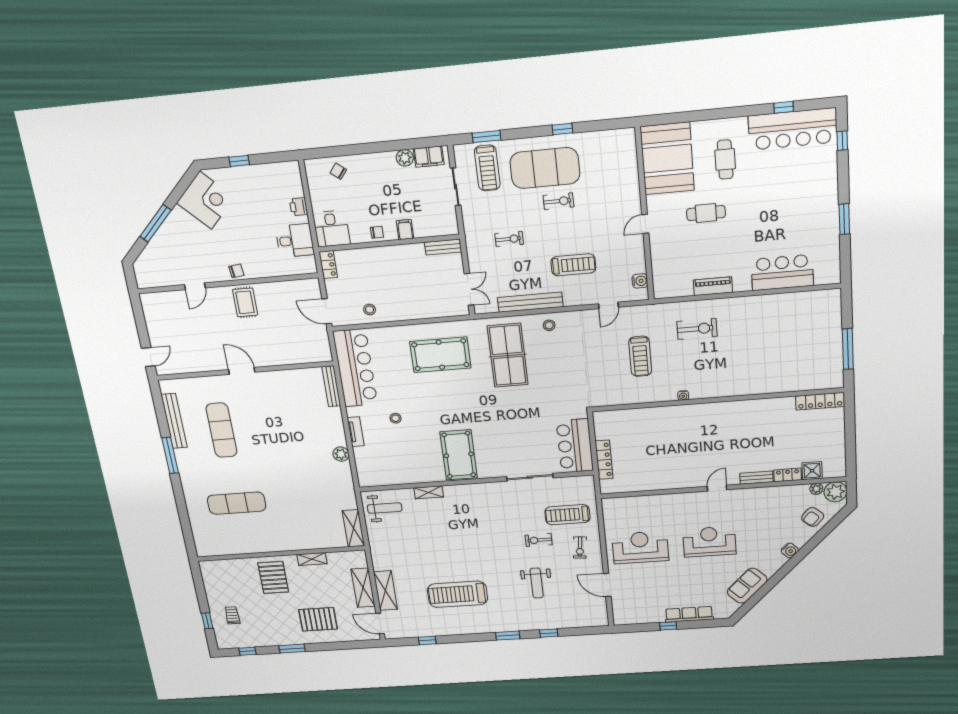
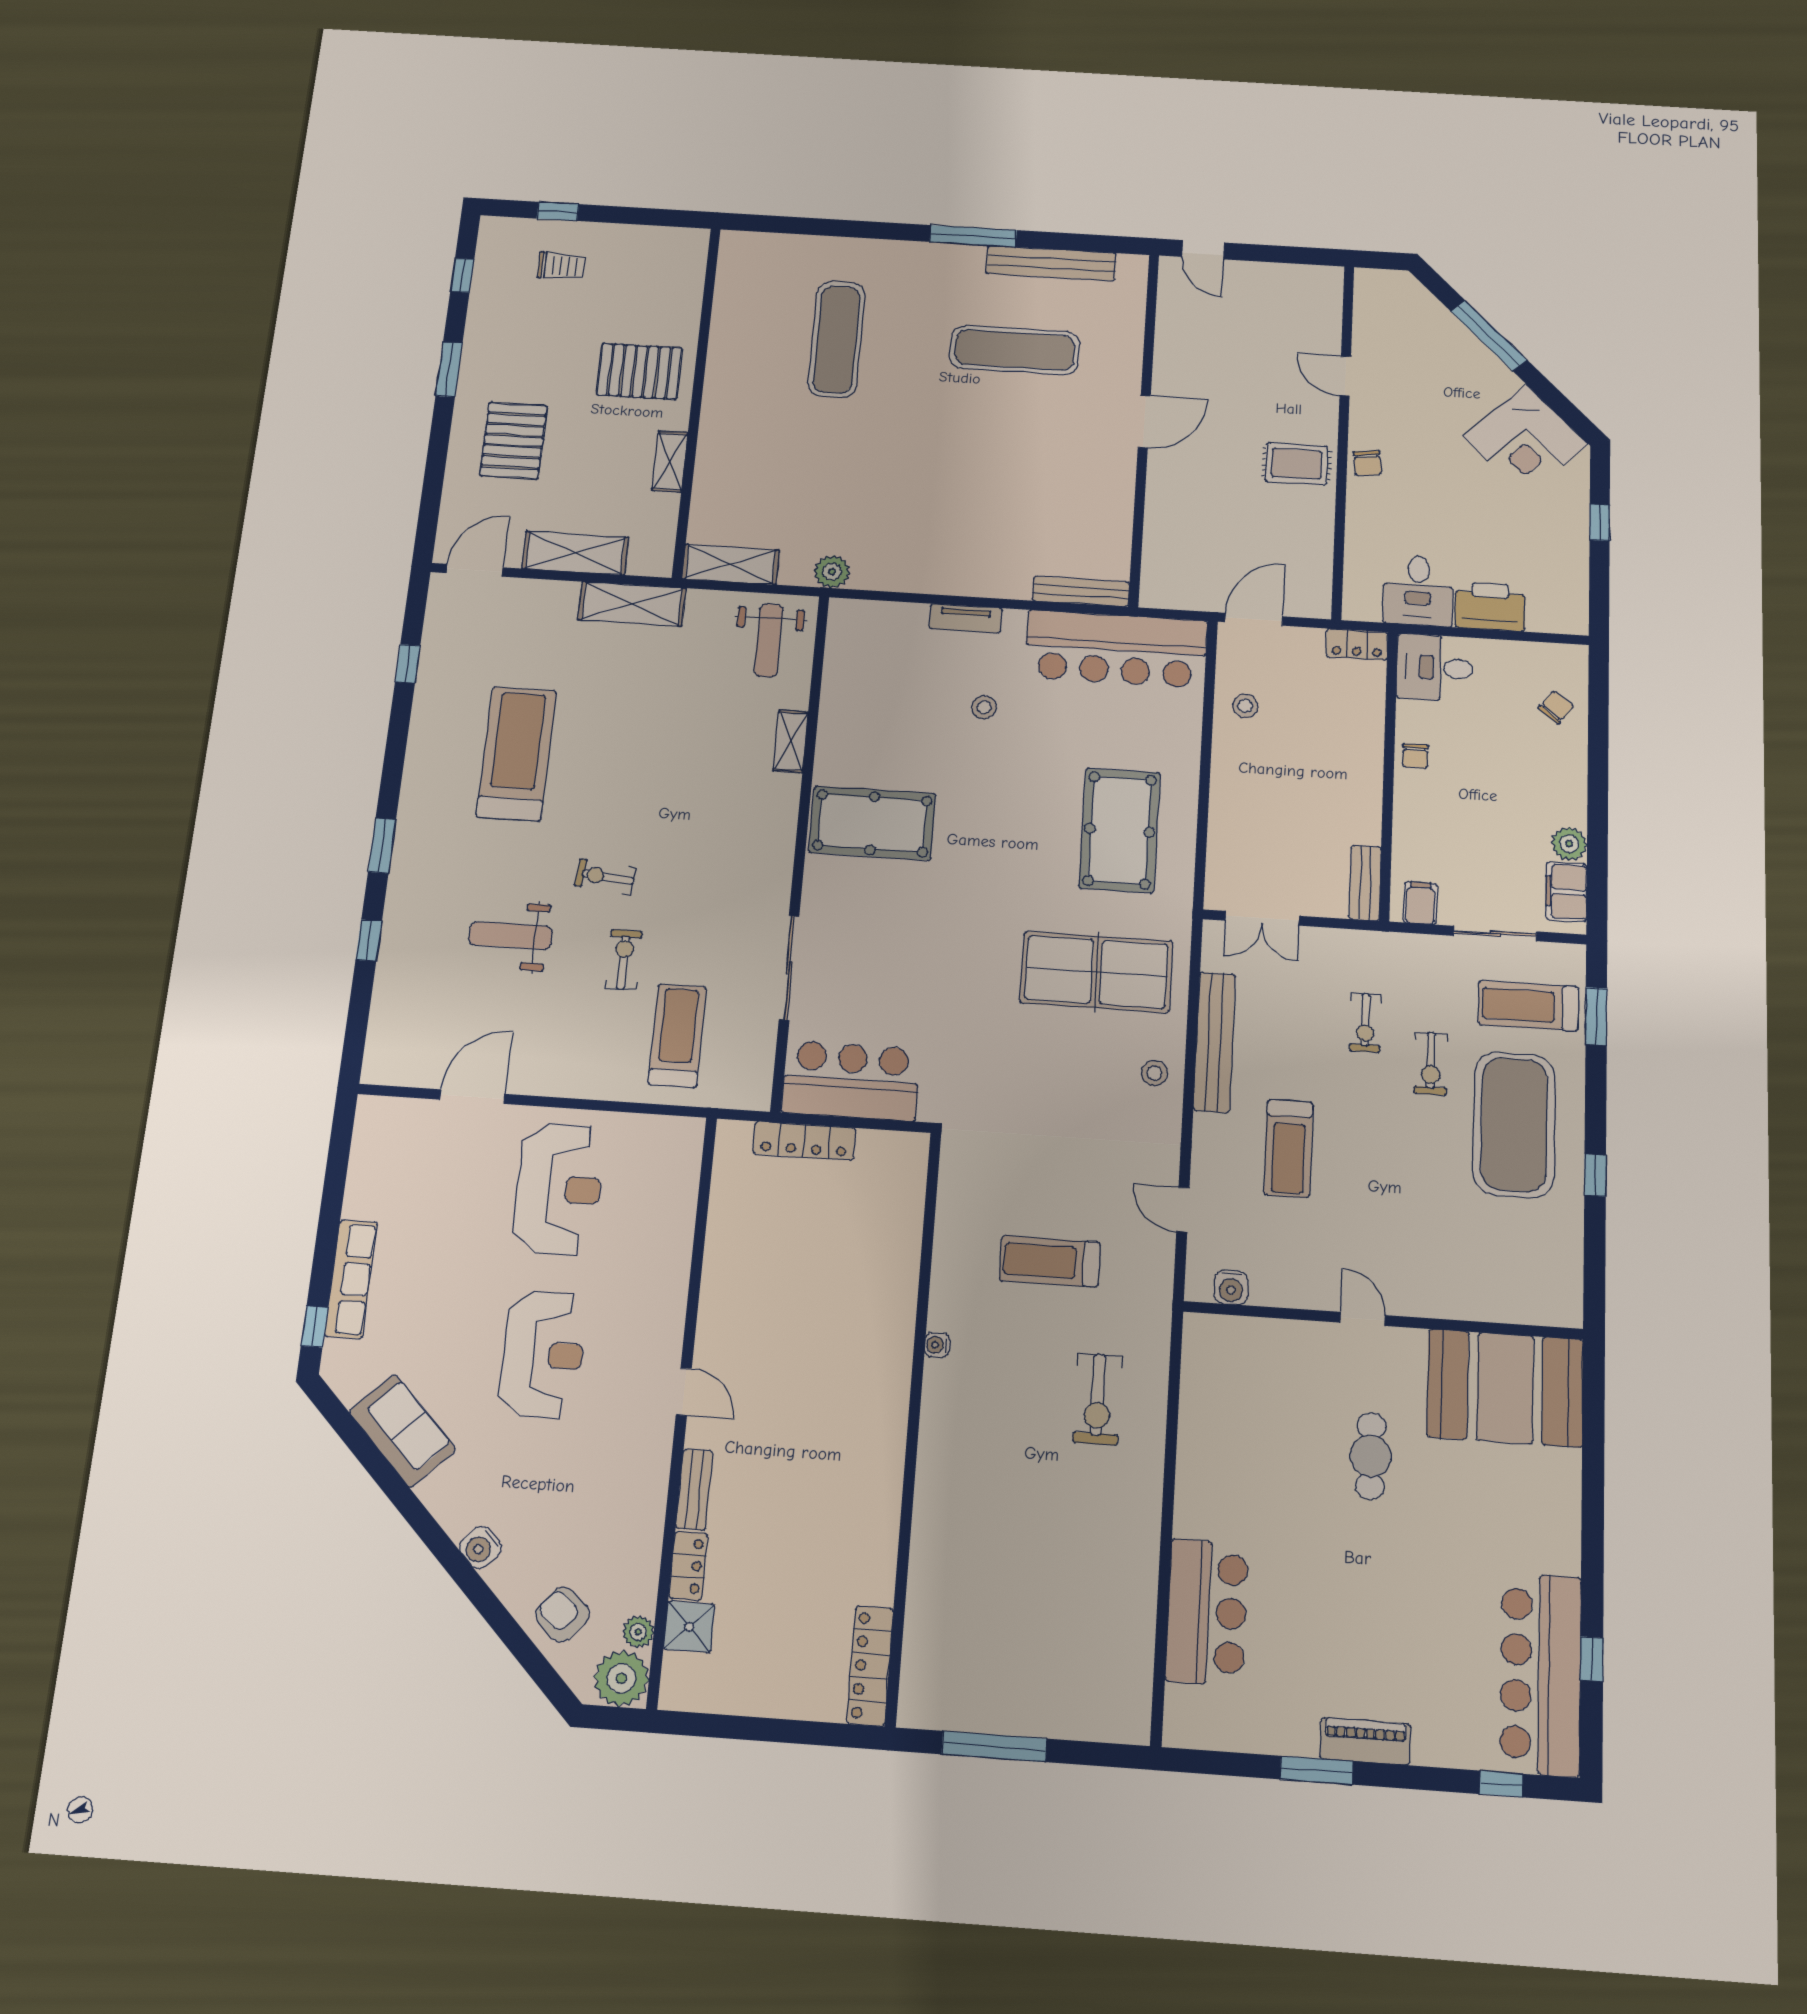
cafe table: (725, 159) -> (1488, 1515), removed
exercise bike: (558, 201) -> (1431, 1063), moved
printer: (299, 207) -> (1490, 607), width x1.87, depth x1.48
filing cabinet: (405, 230) -> (1420, 903), moved, turned -90
piano: (713, 286) -> (1365, 1741), moved, turned -90
plant: (341, 454) -> (832, 572), moved
exercise bike: (580, 548) -> (605, 877), moved
shelving: (385, 591) -> (632, 604), moved
window: (668, 626) -> (314, 1327), moved

